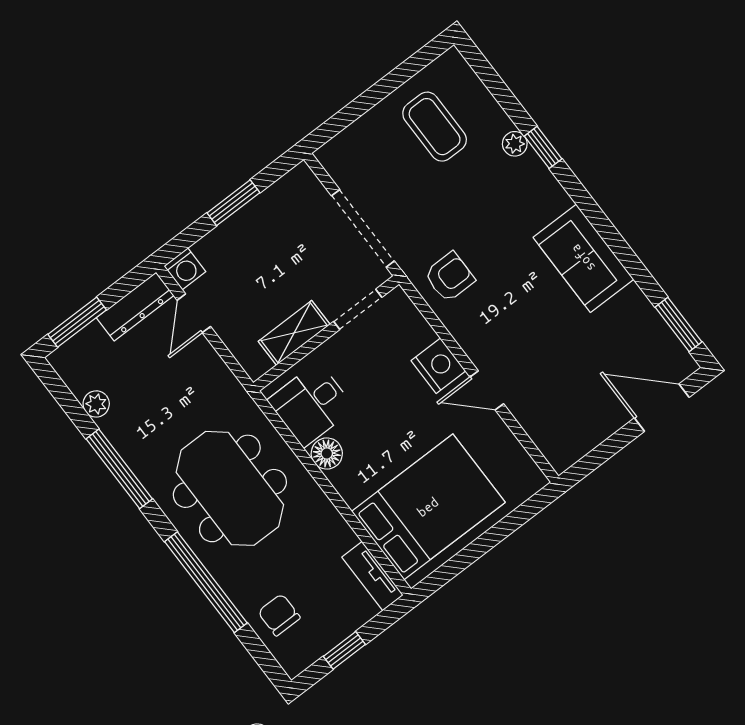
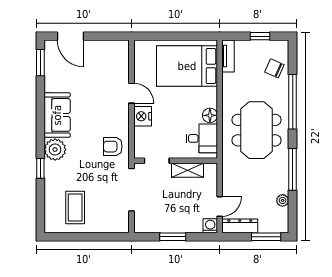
plant: (515, 144) -> (55, 150), moved, width x1.88, depth x1.88
chair: (279, 615) -> (274, 68), turned 114

